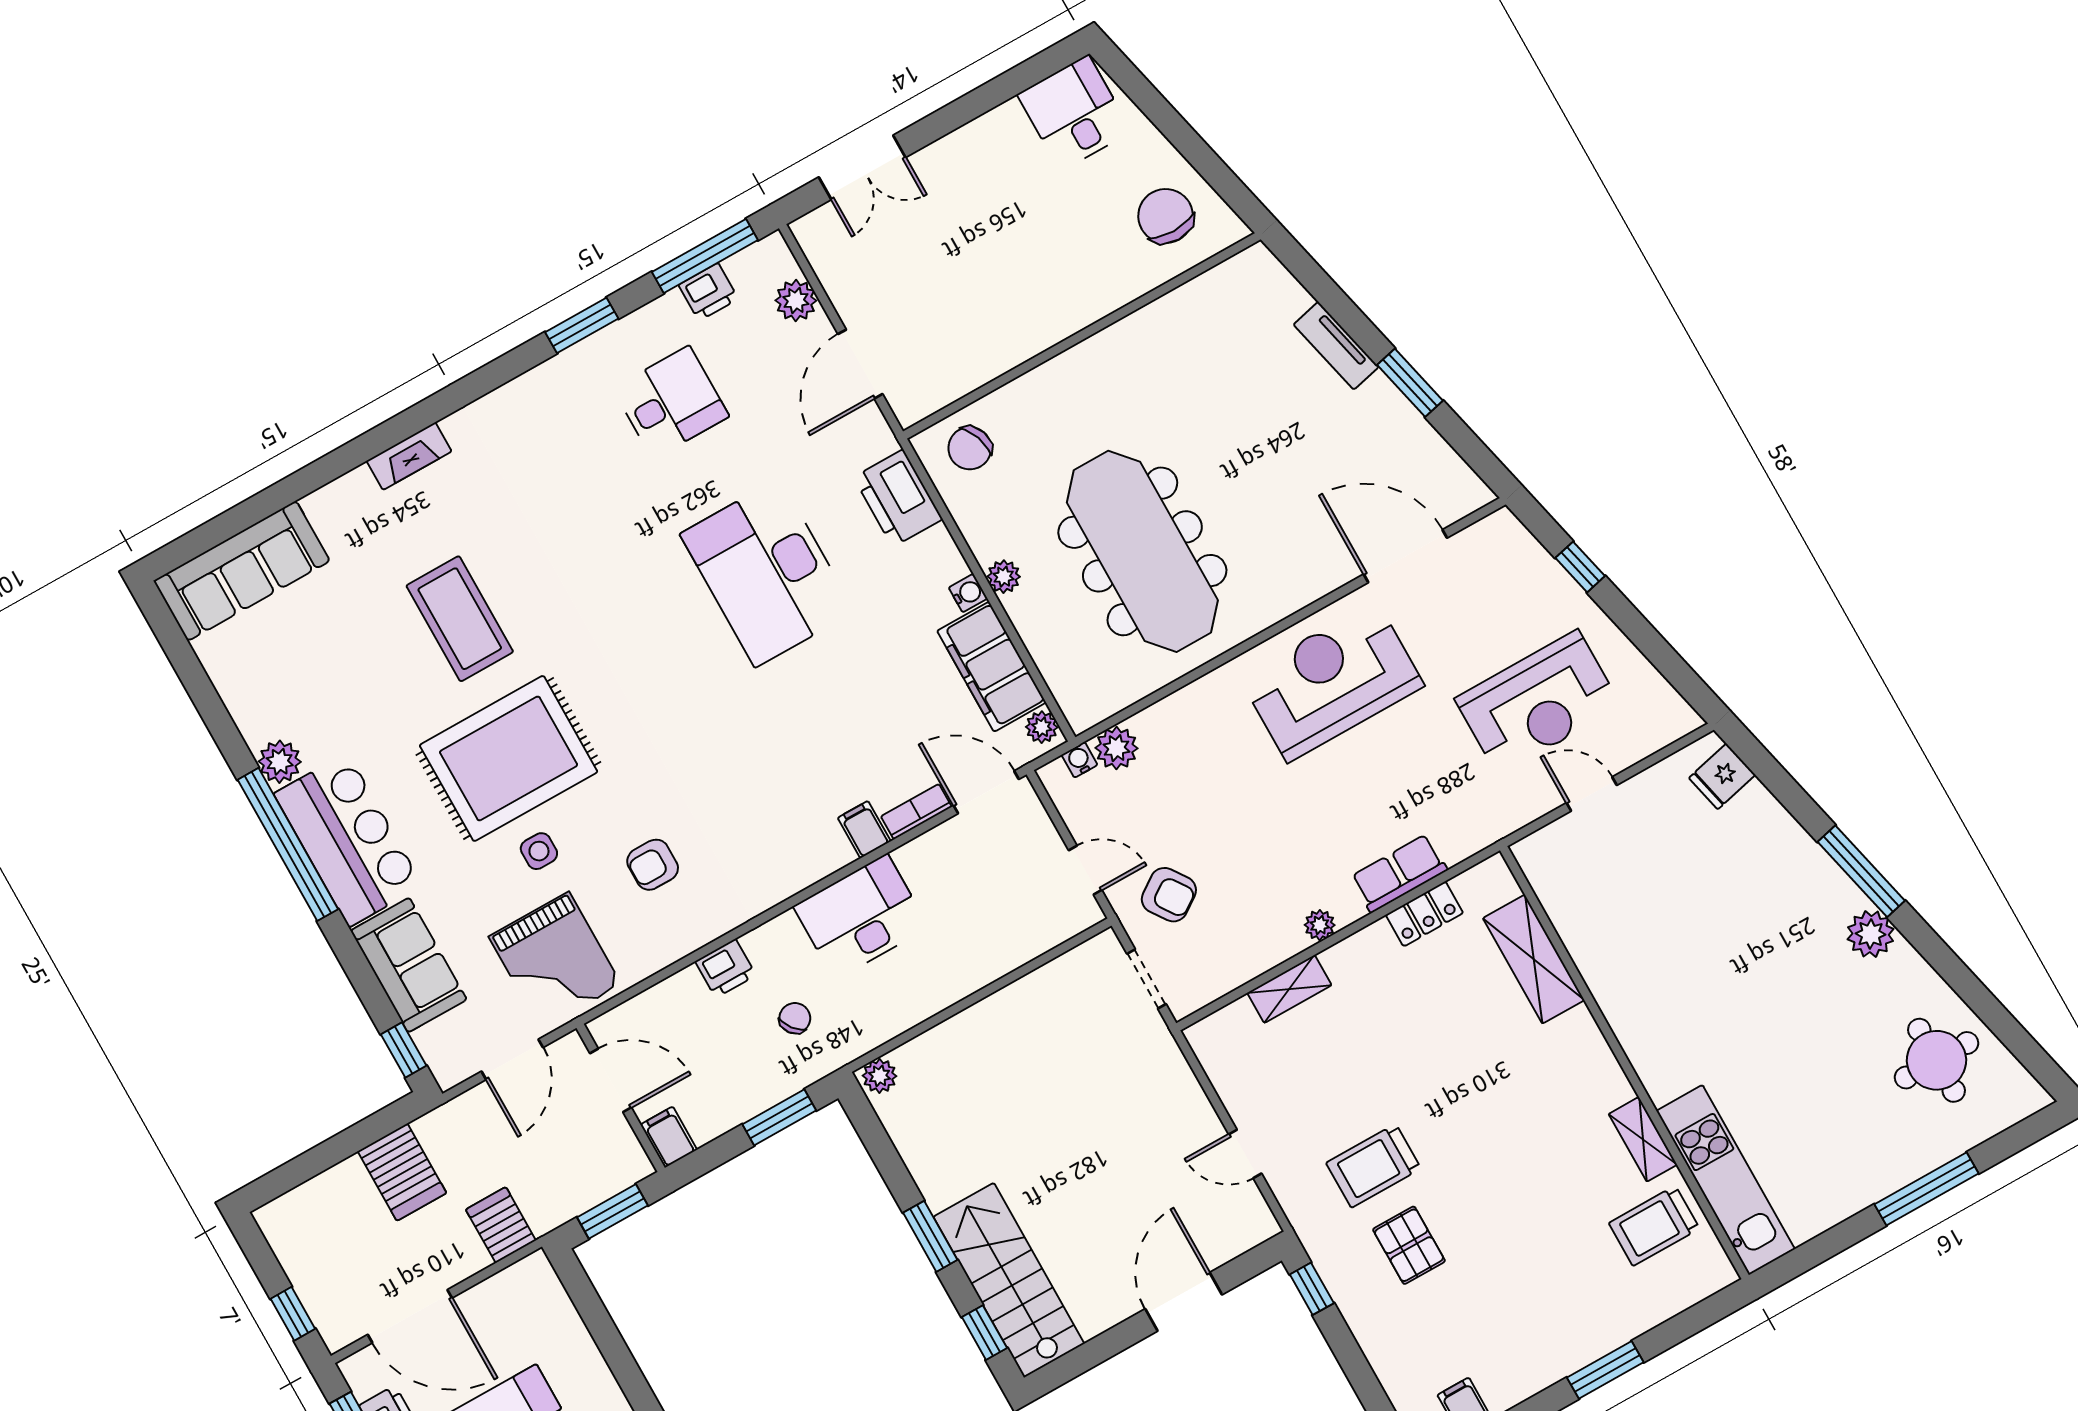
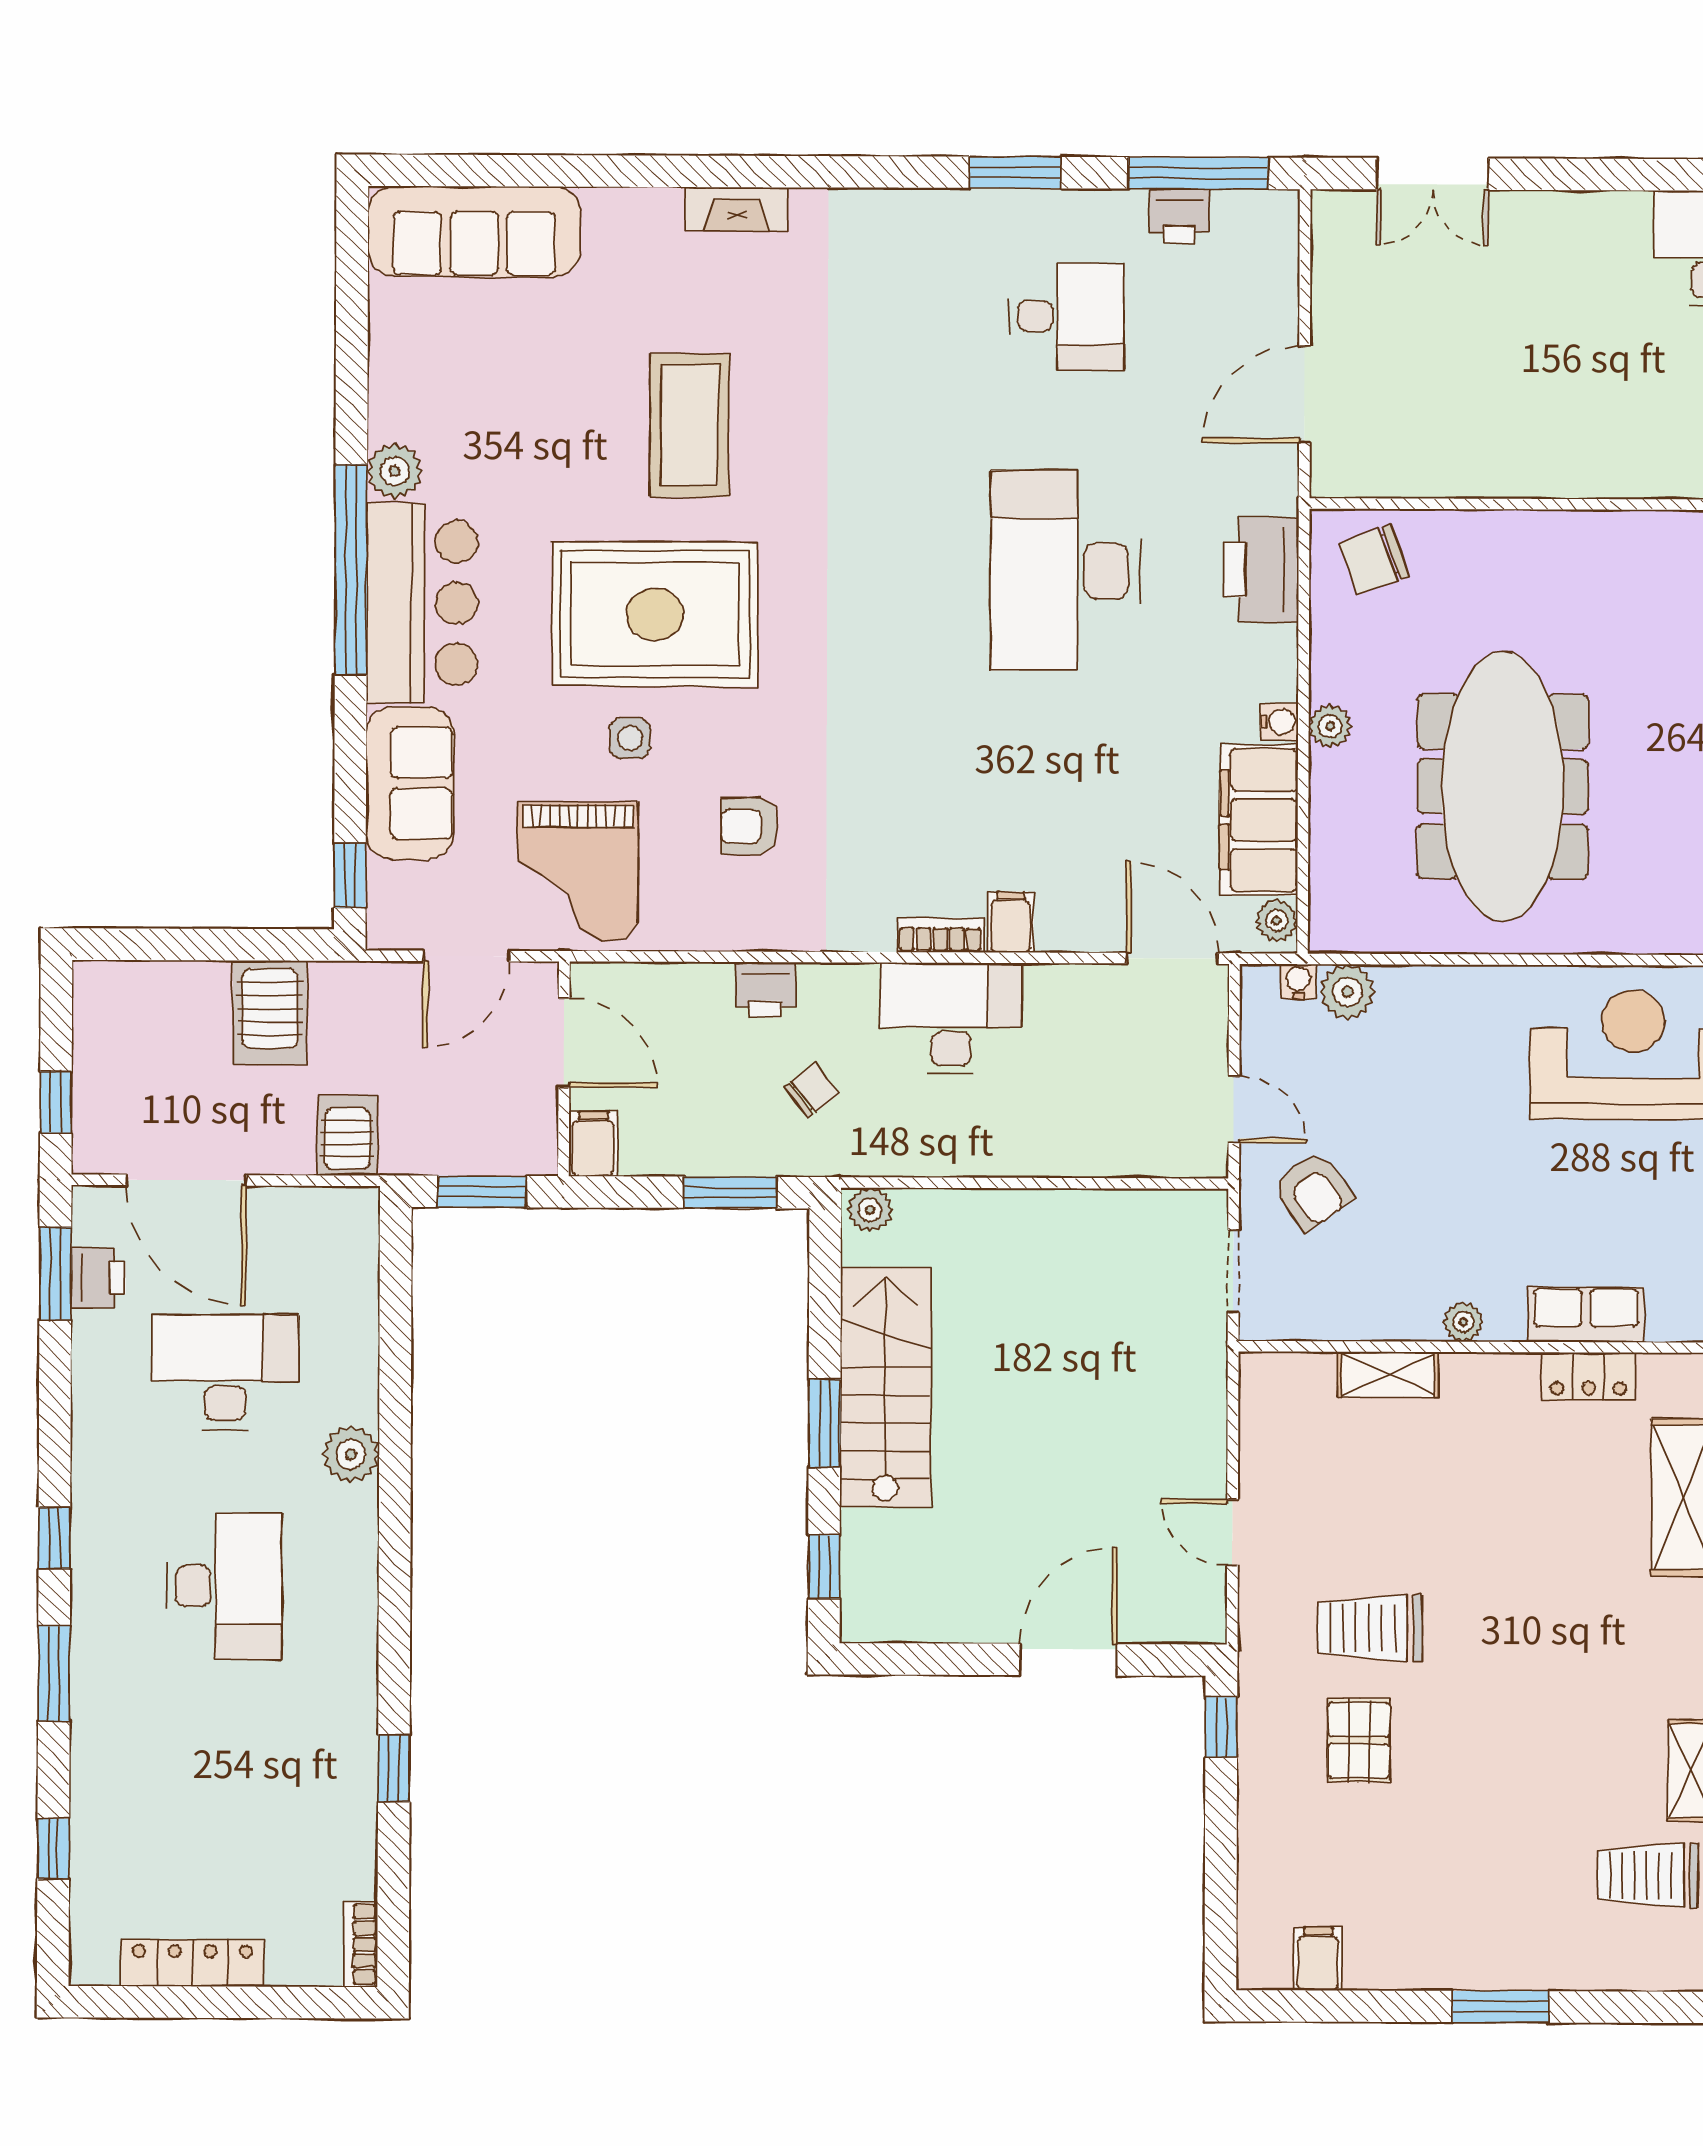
plant: (796, 301) -> (1273, 282), removed
bookcase: (916, 812) -> (940, 935), moved
stairs: (1009, 1280) -> (886, 1387), moved

